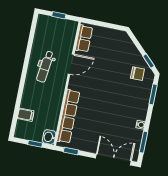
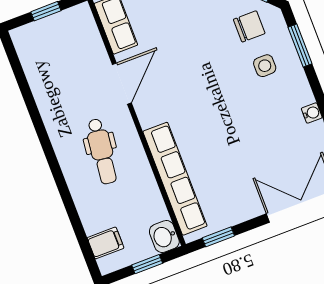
dental chair: (45, 67) -> (102, 151), moved
side table: (134, 93) -> (265, 66), added
filing cabinet: (26, 115) -> (106, 243), moved

